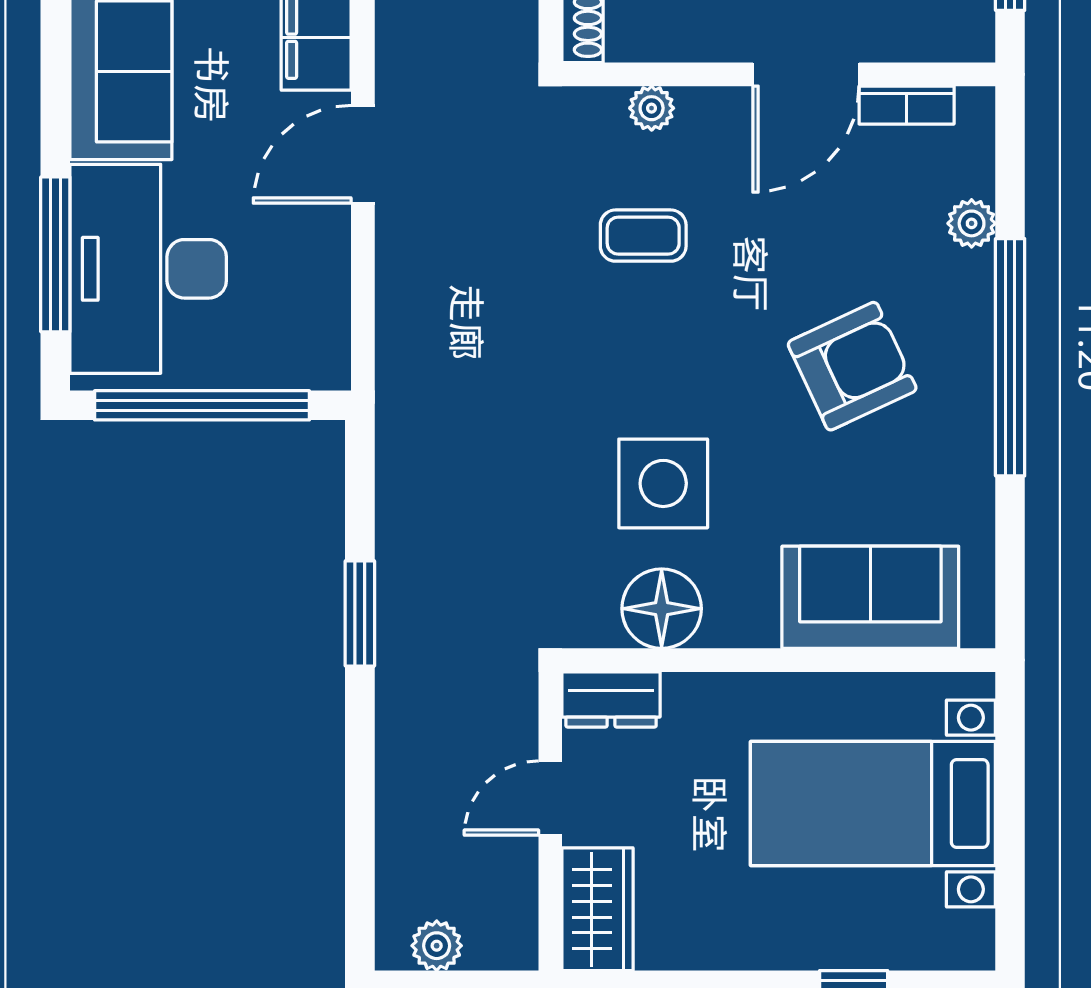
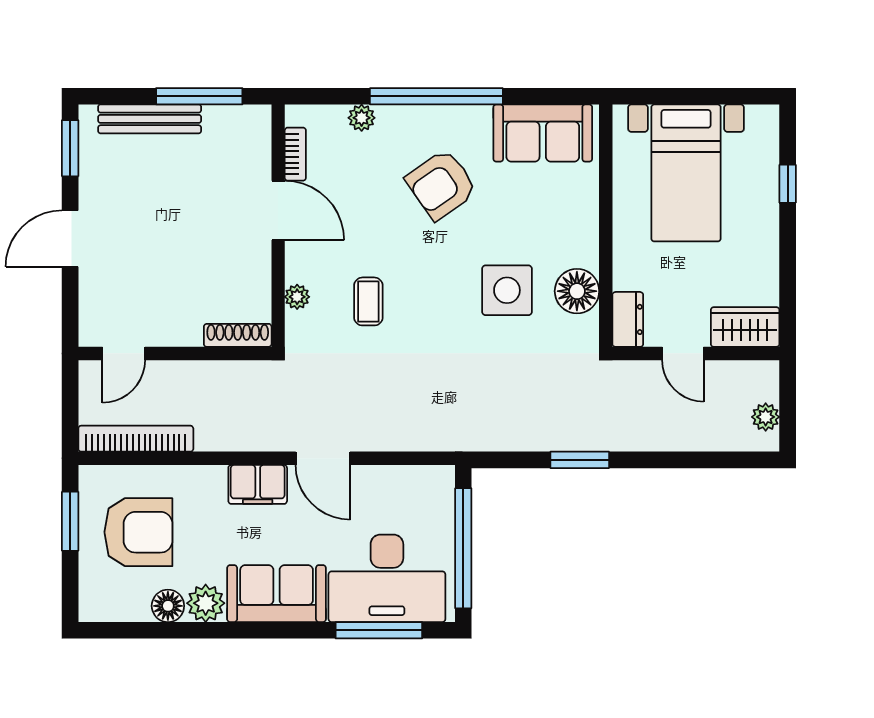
armchair: (852, 366) -> (441, 185), turned -100
sofa: (870, 597) -> (543, 133), moved, turned -90

